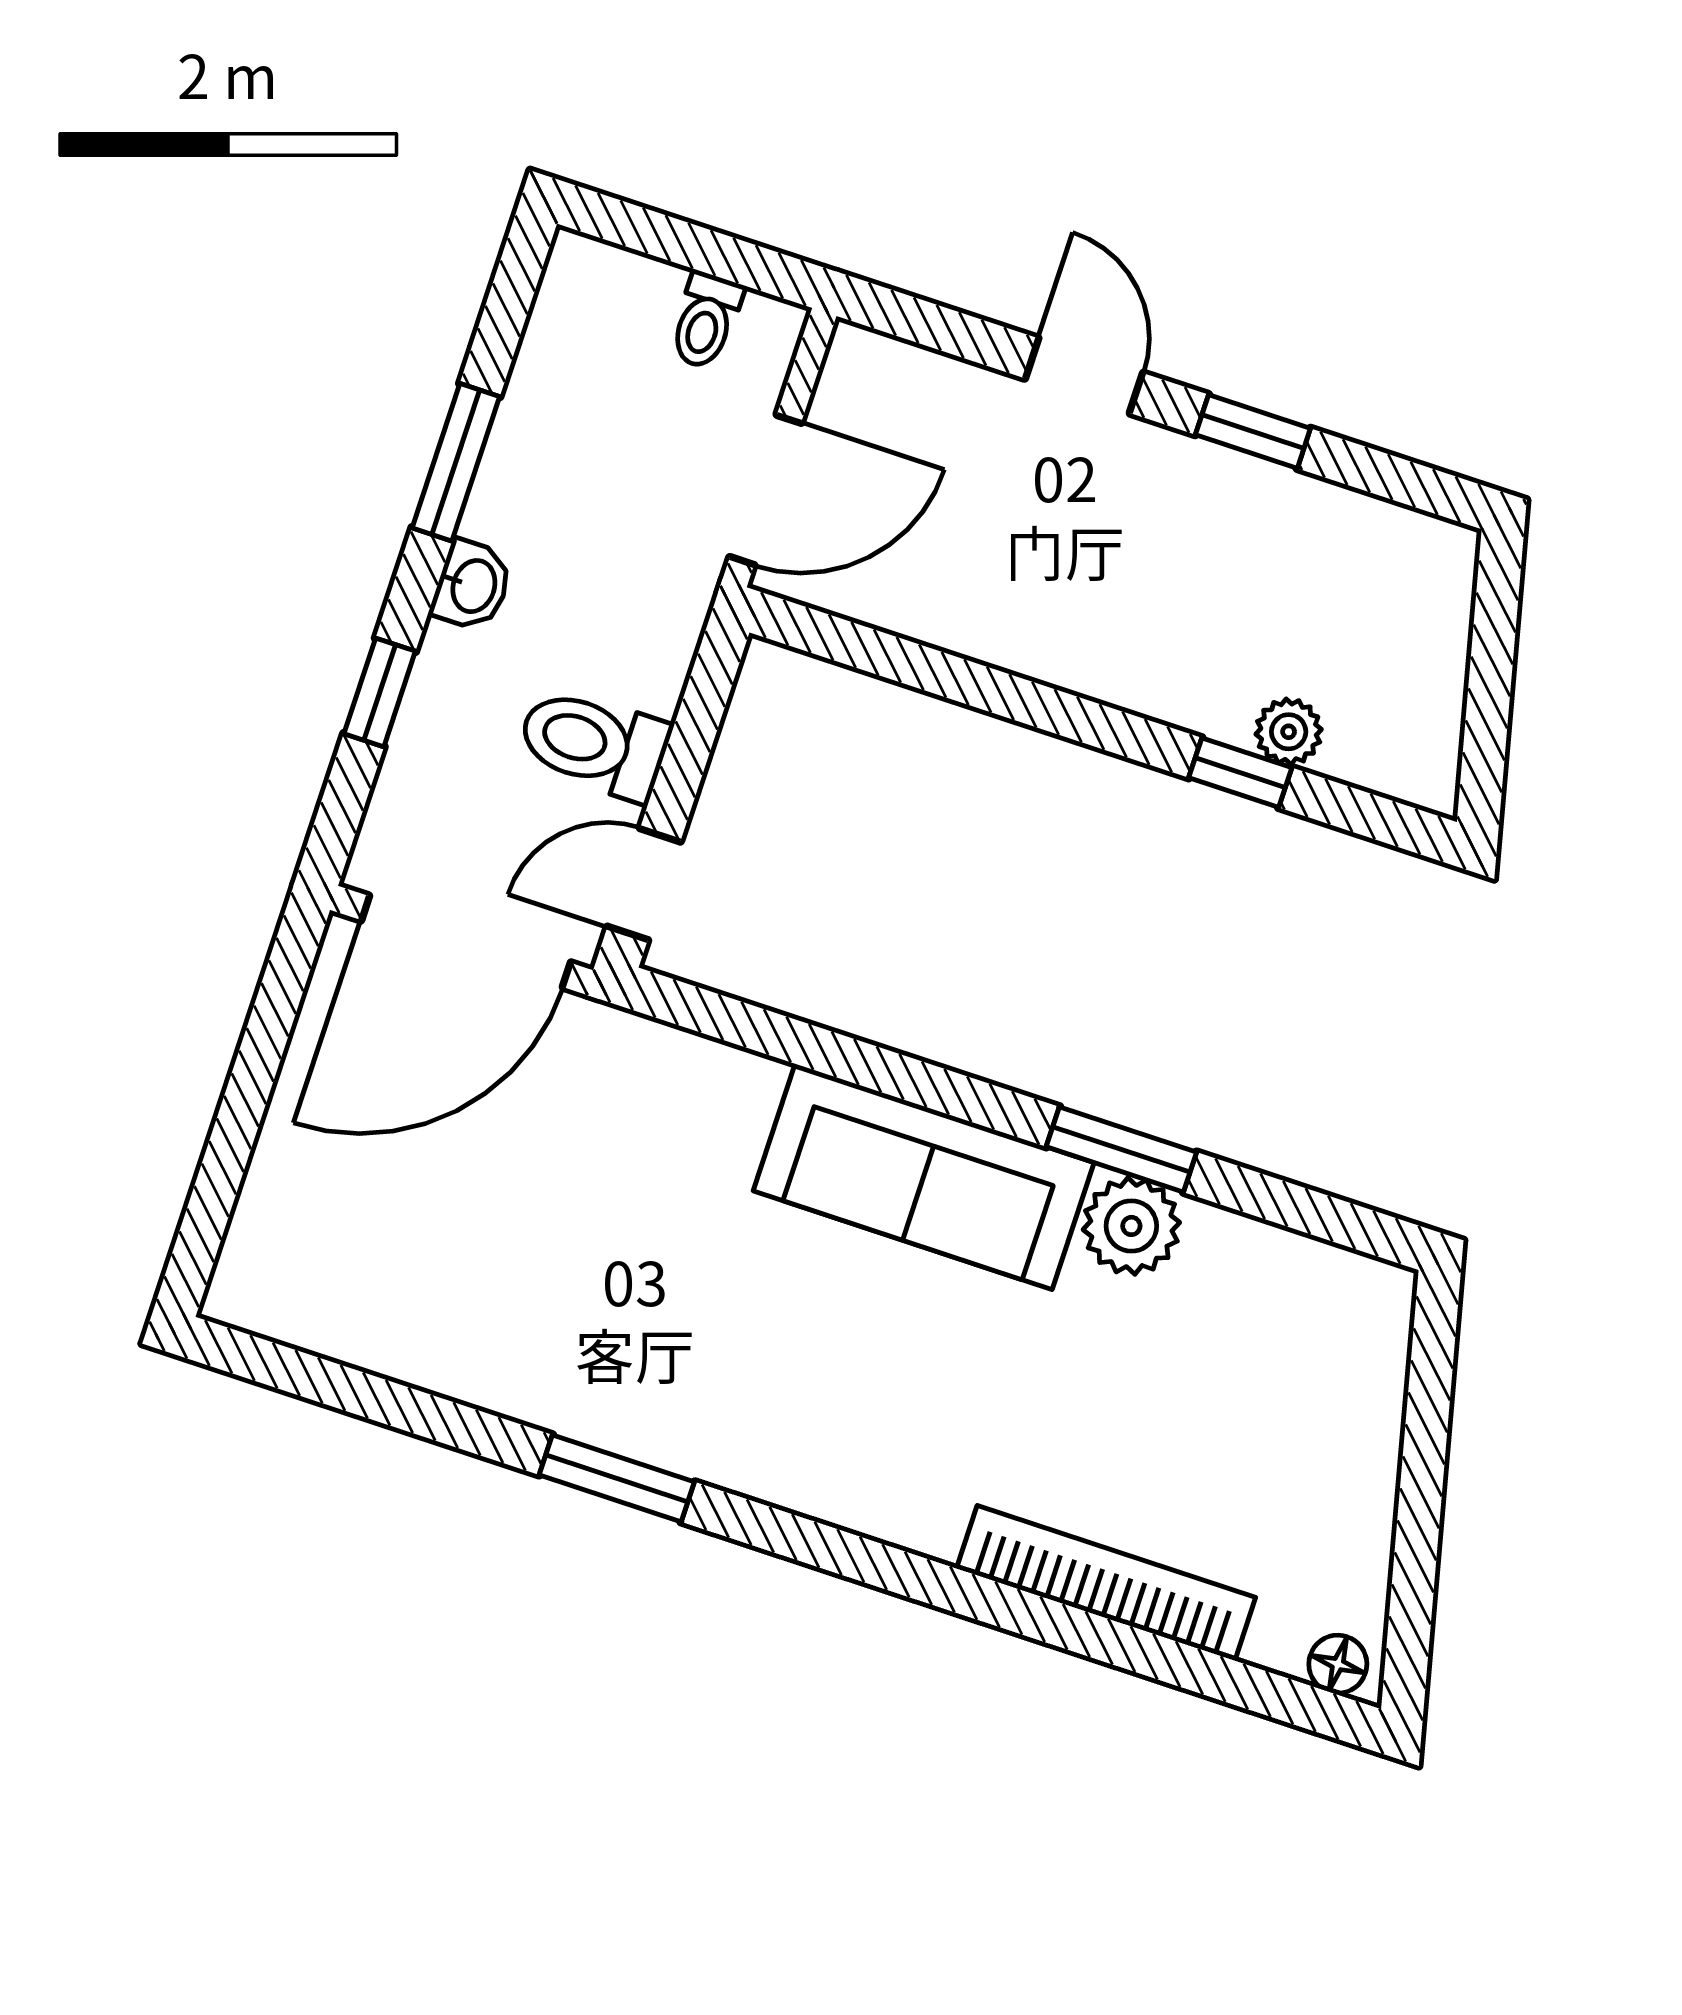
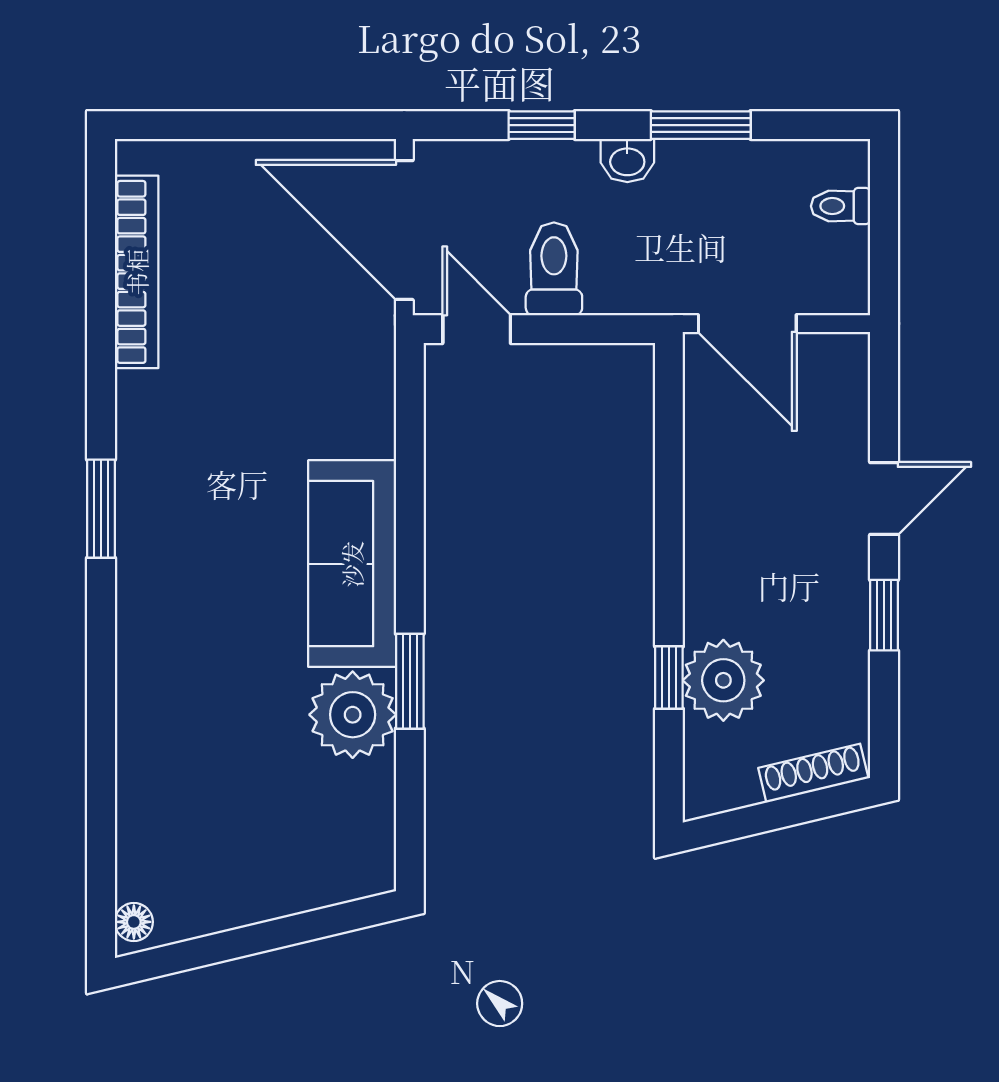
toilet: (706, 320) -> (841, 206), moved
shoe rack: (1448, 609) -> (813, 773), added
plant: (1289, 732) -> (723, 680), width x1.87, depth x1.87
plant: (1131, 1226) -> (353, 715), width x1.36, depth x1.36
window: (617, 1478) -> (101, 509), moved
bookcase: (1106, 1583) -> (137, 272), moved

